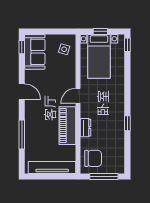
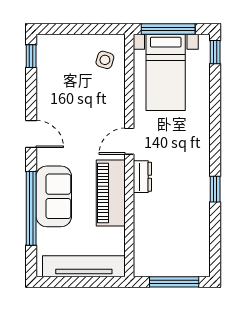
window: (100, 31) -> (168, 29), width x2.17
sofa: (35, 52) -> (54, 196), moved
dresser: (86, 128) -> (142, 177), moved
window: (22, 134) -> (31, 208), width x1.46
chair: (93, 158) -> (155, 250), removed

